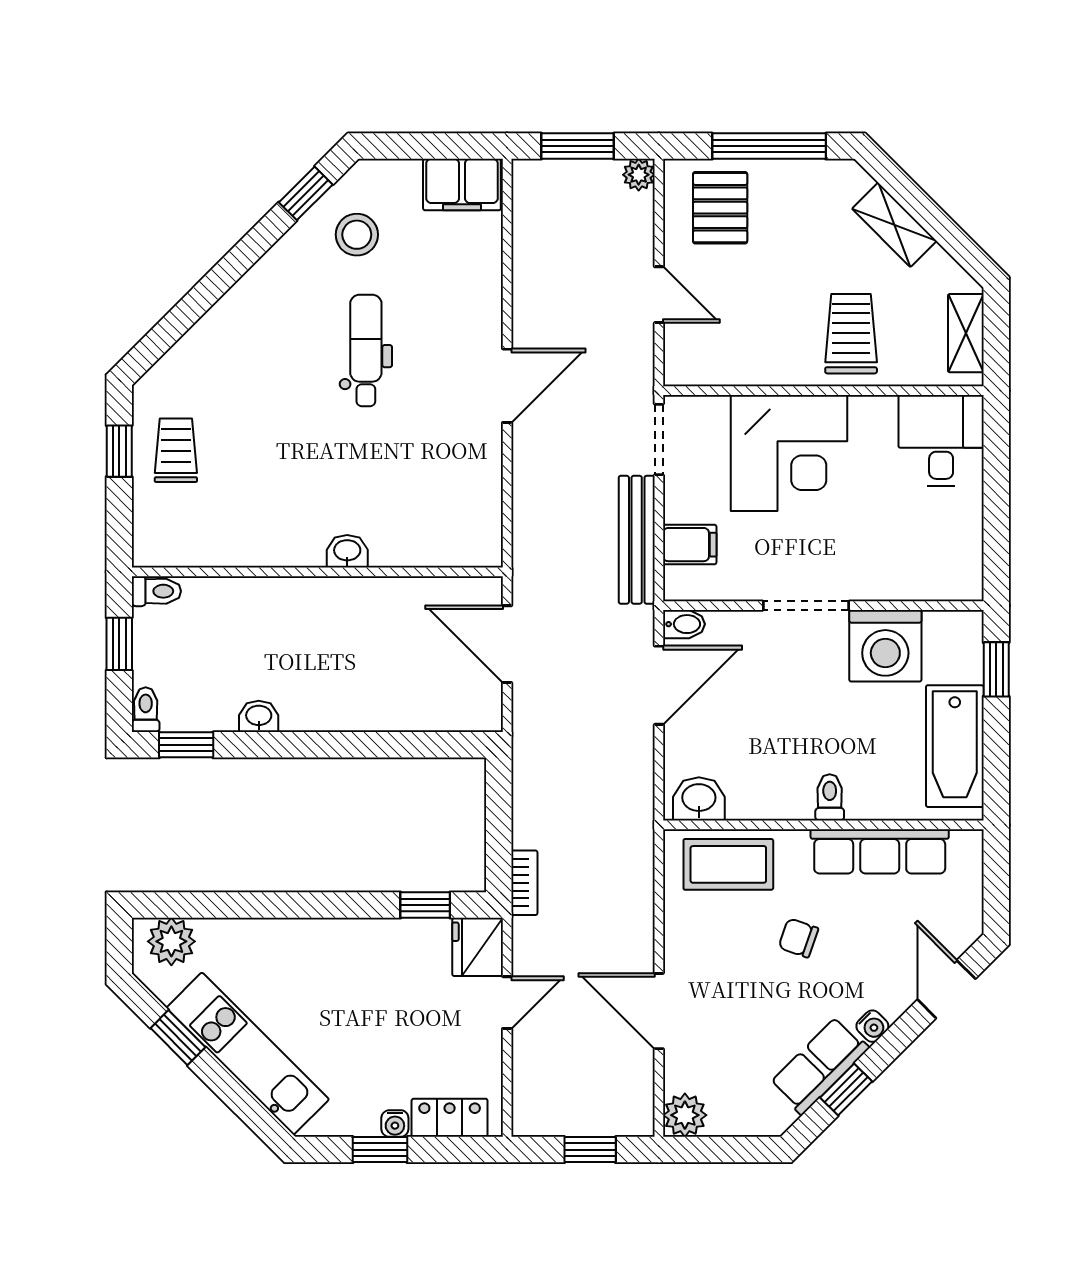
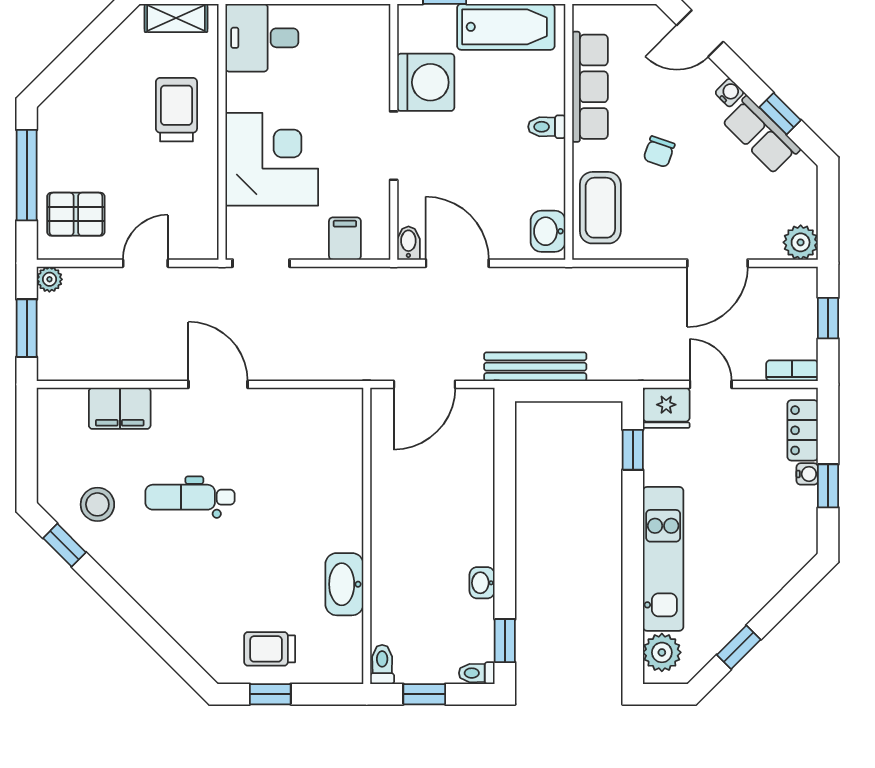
filing cabinet: (462, 185) -> (120, 408), moved, turned 90
shelving: (894, 225) -> (90, 75), removed
trolley: (851, 334) -> (176, 110), turned 90
bench: (637, 540) -> (535, 367), moved
washbasin: (347, 551) -> (344, 584), moved, width x1.91, depth x1.45
bookcase: (524, 883) -> (792, 371), moved
kitchen unit: (248, 1054) -> (663, 559), moved, turned 135

